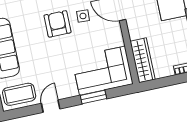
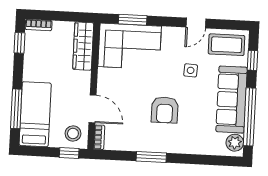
side table: (83, 16) -> (191, 70), moved
window: (93, 97) -> (133, 20), moved

